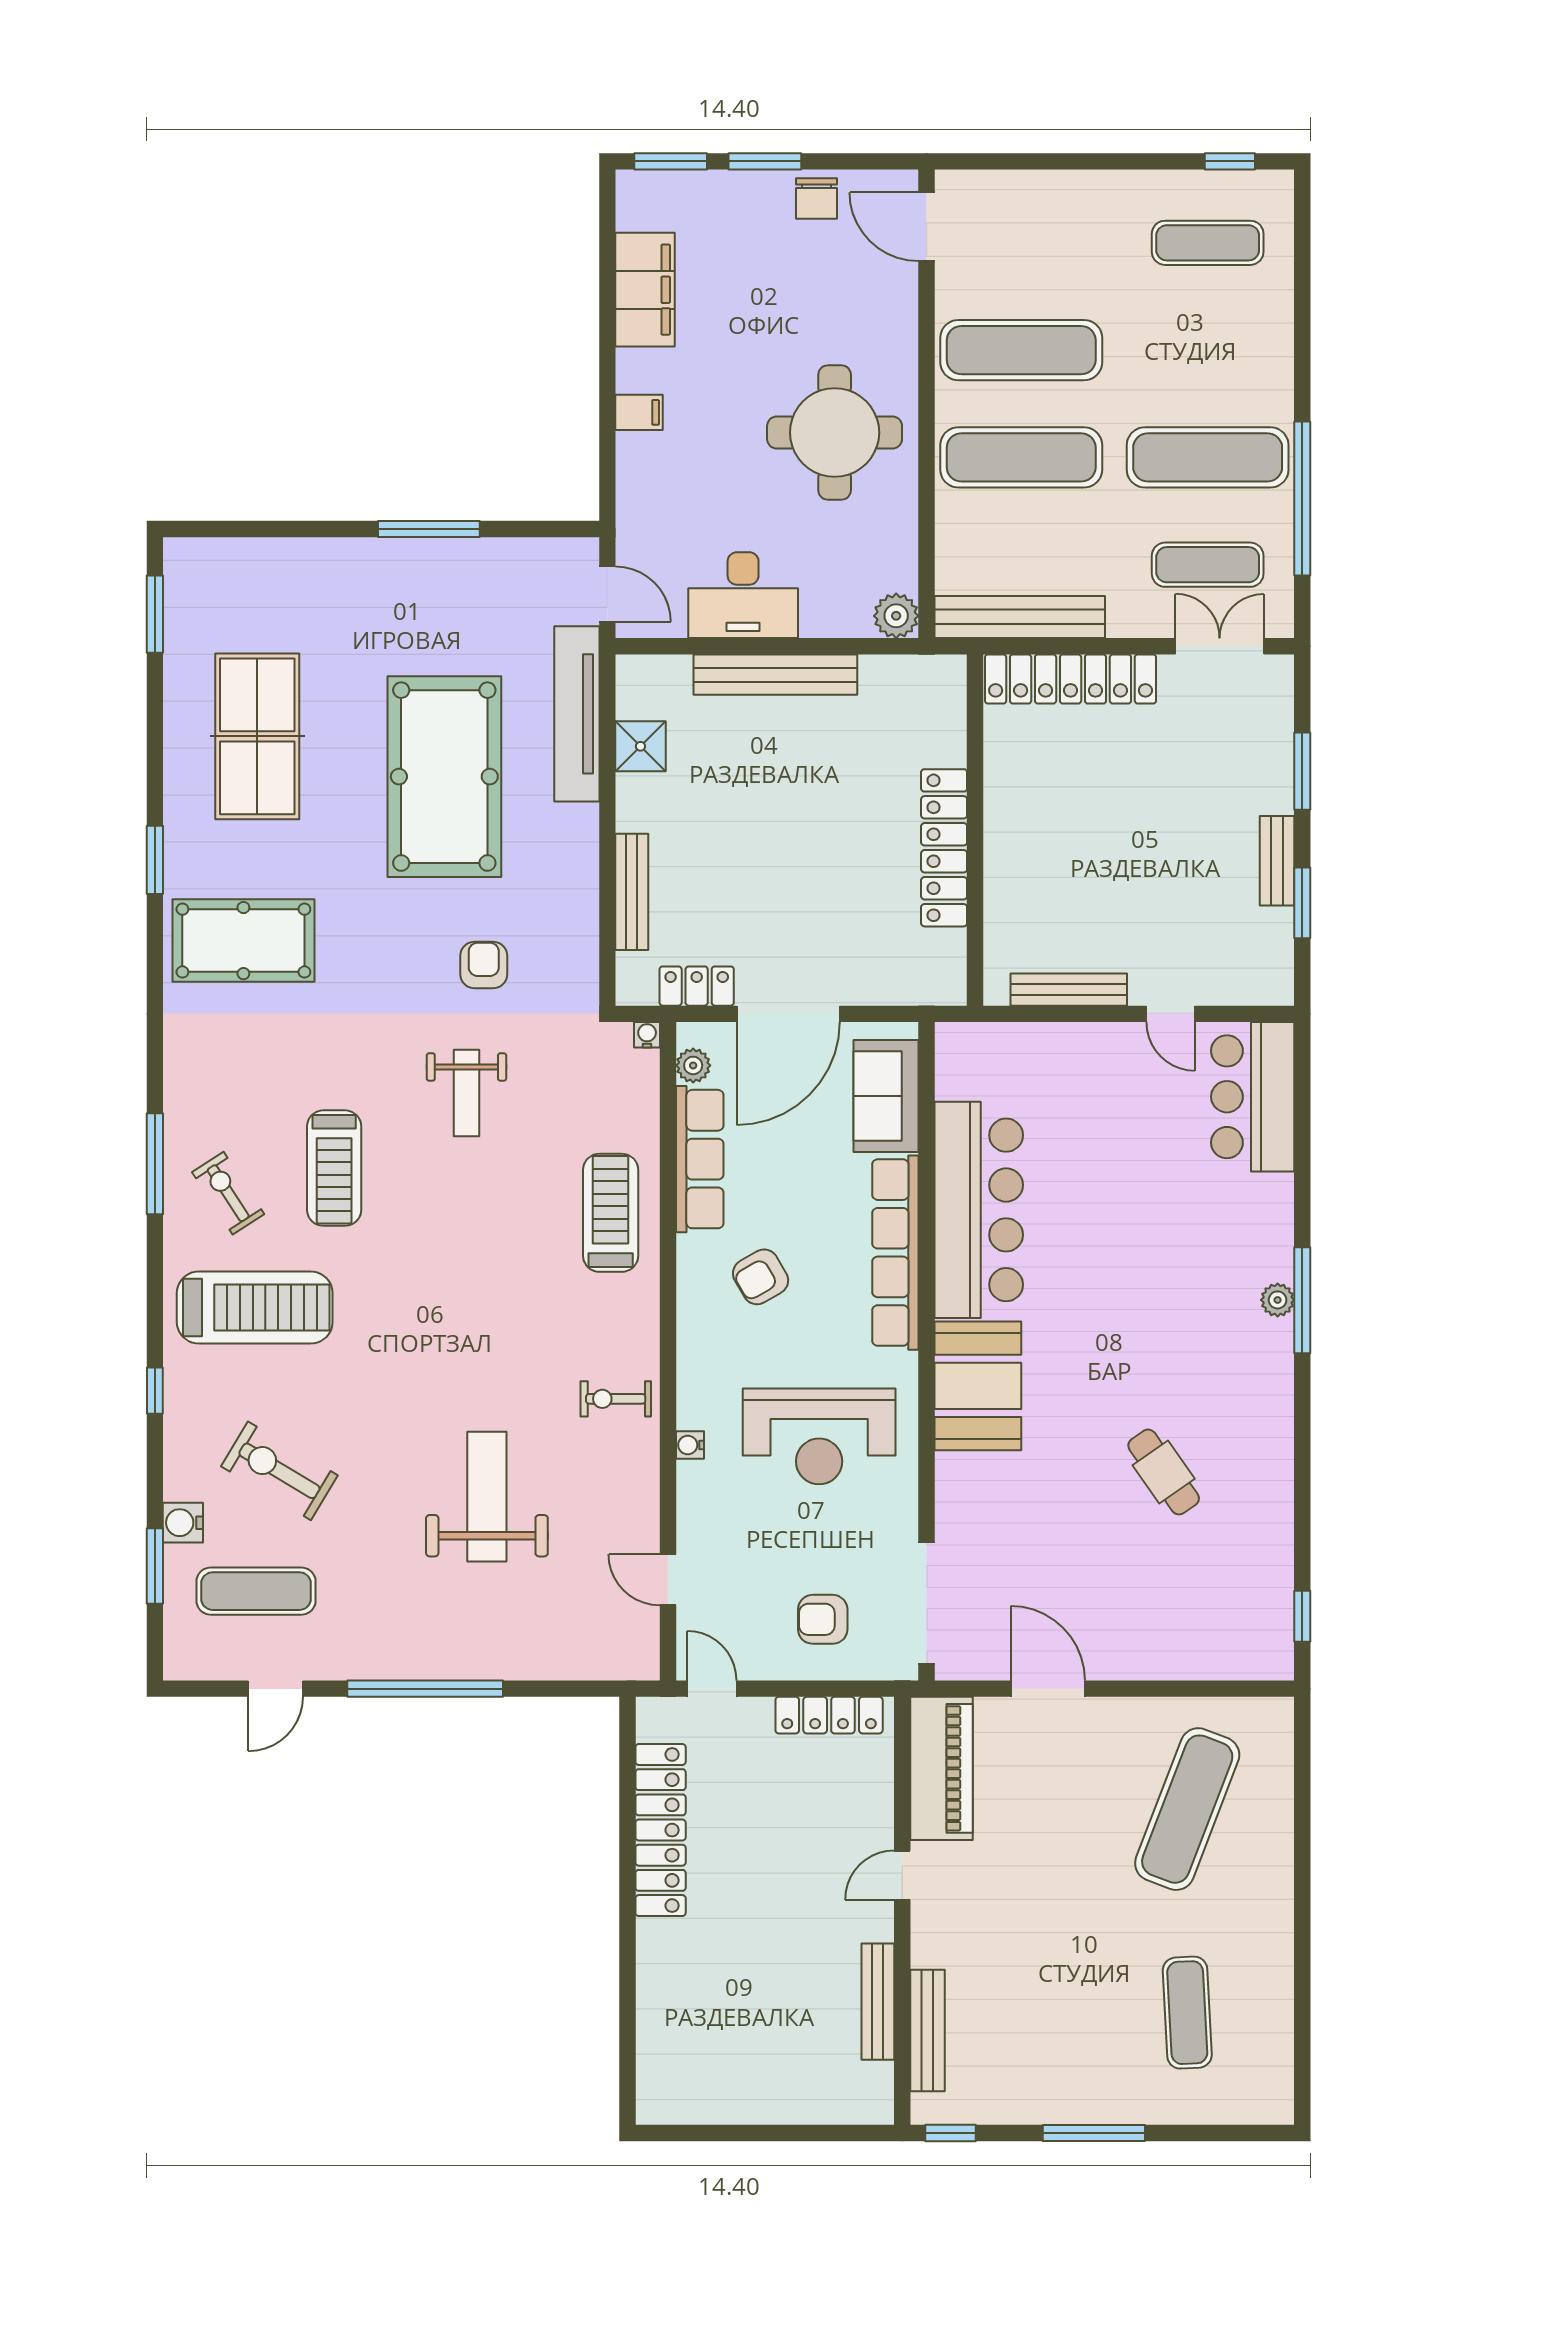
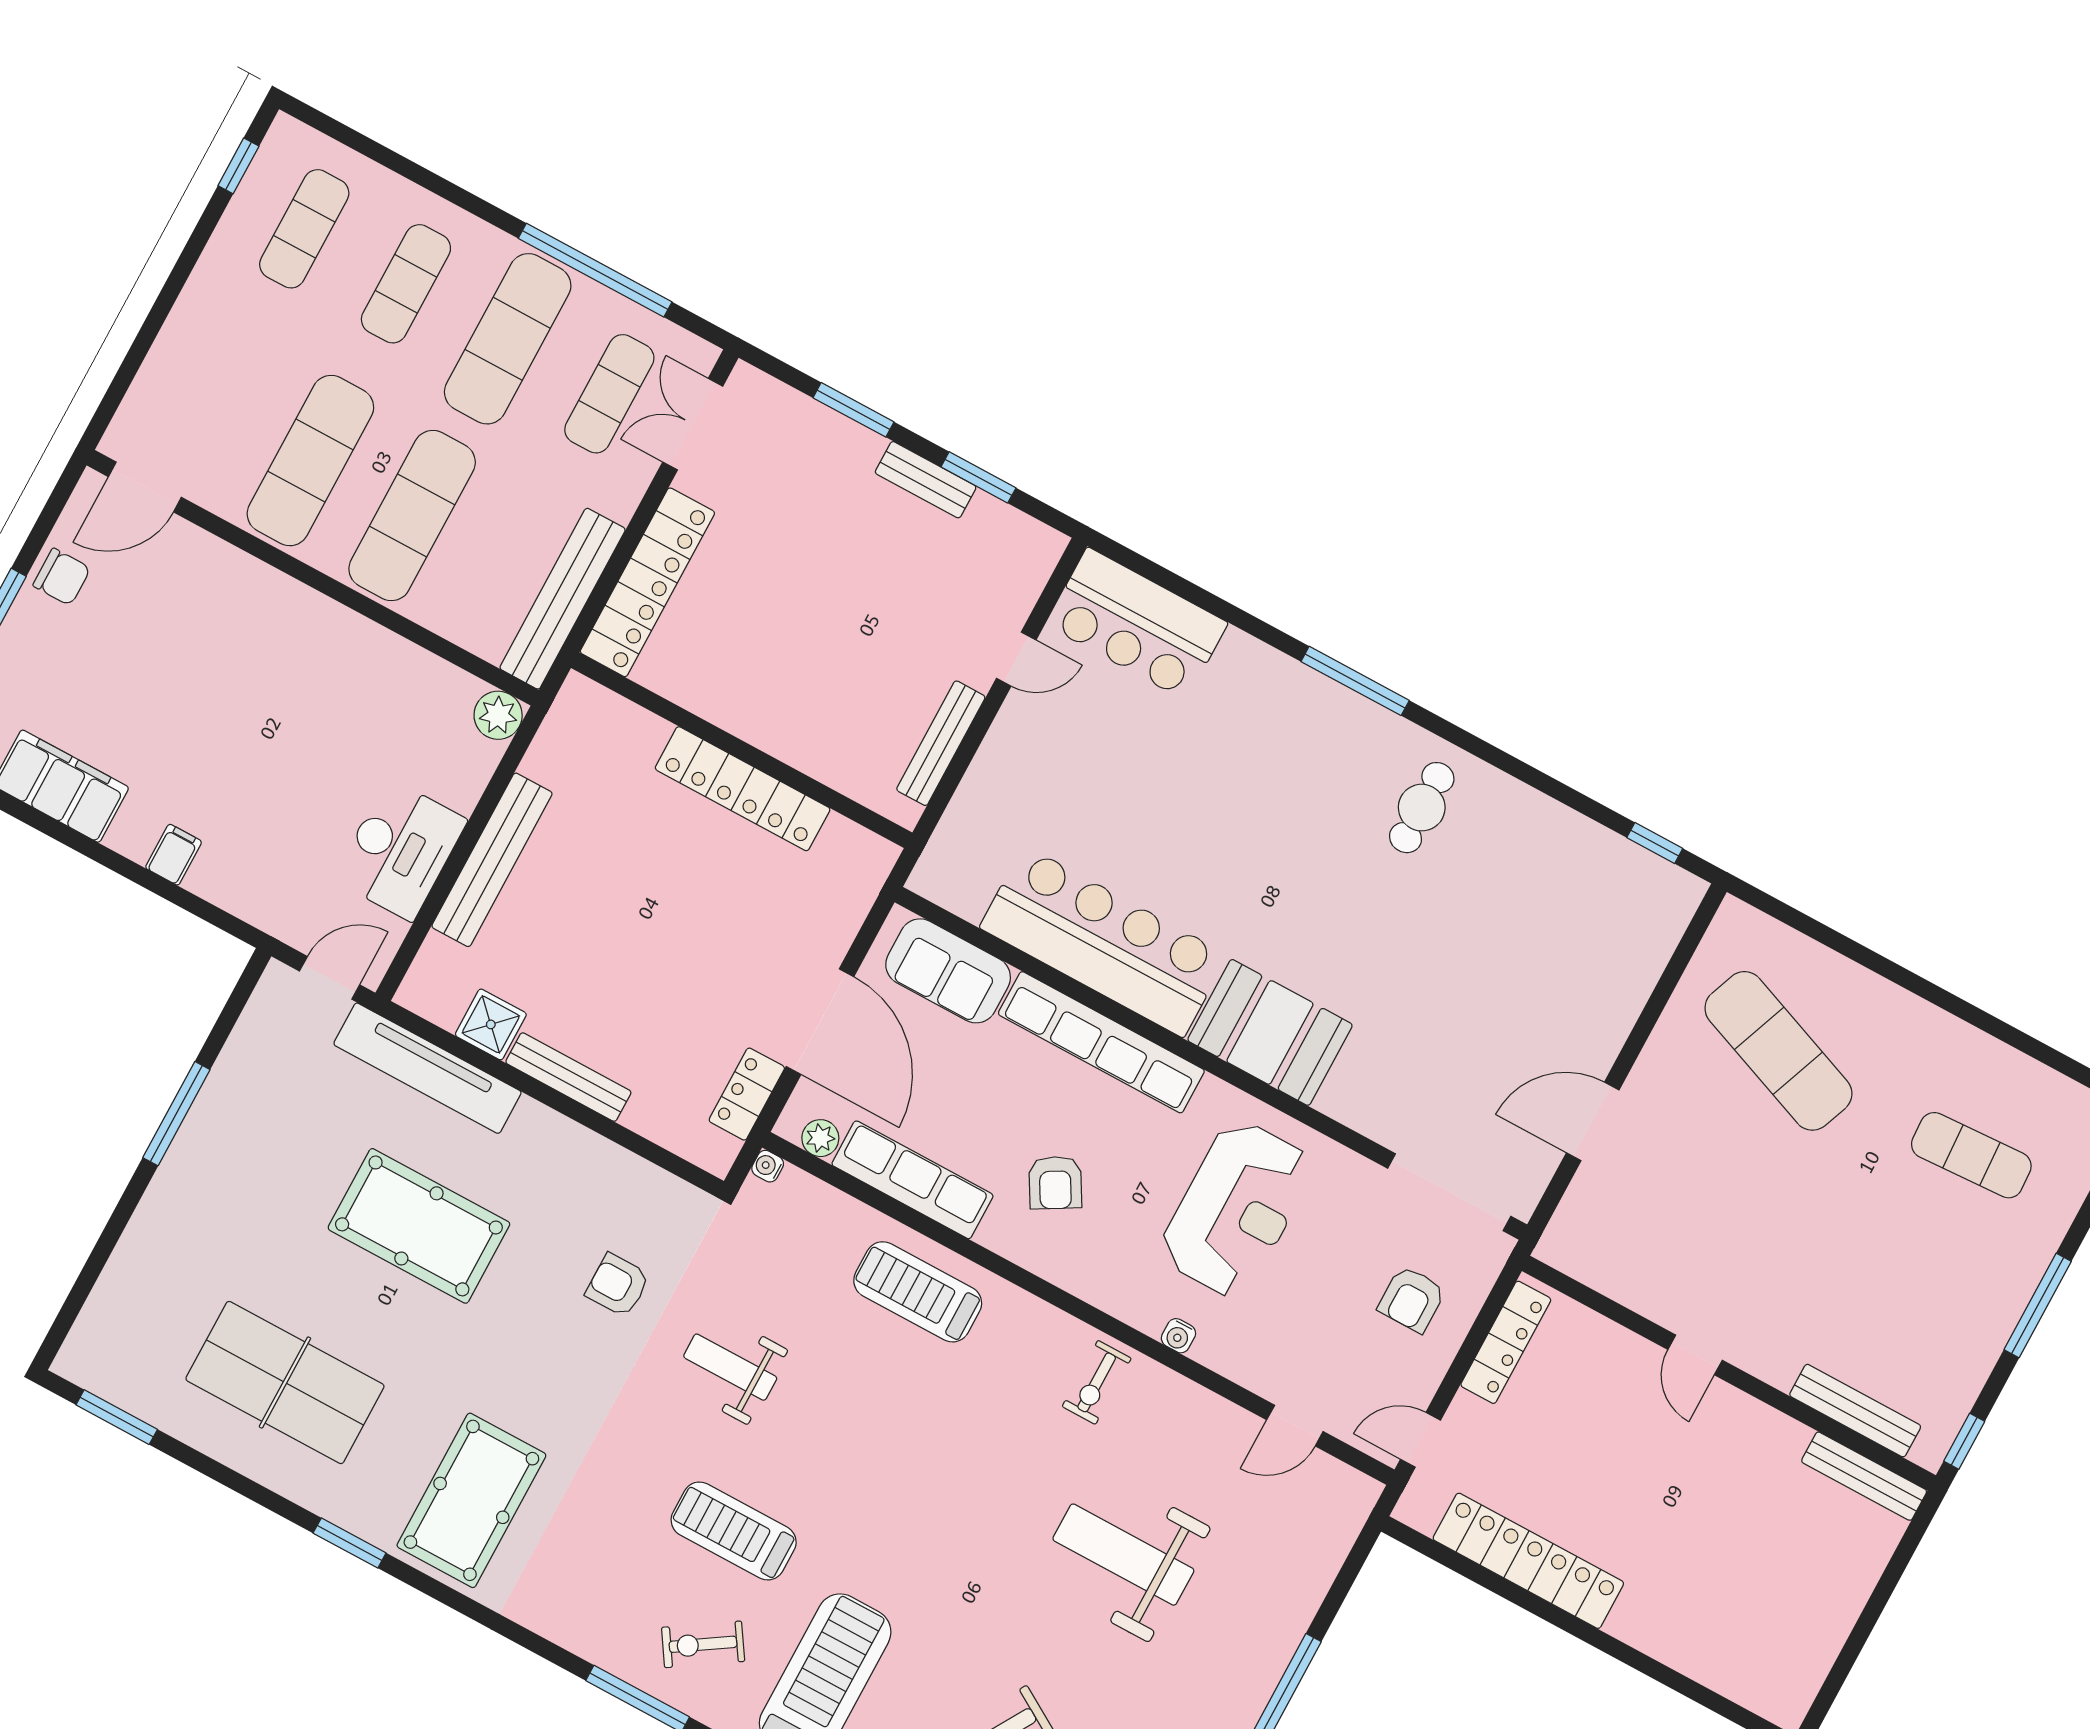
exercise mat: (1208, 350) -> (406, 284), added
round table: (835, 433) -> (293, 680), removed
pool table: (444, 777) -> (419, 1226), width x0.73, depth x0.76
bench: (632, 892) -> (568, 1077), moved
weight bench: (466, 1093) -> (730, 1367), turned 180
treadmill: (334, 1168) -> (734, 1531), turned 180
plant: (1278, 1300) -> (1342, 704), removed
cafe table: (1164, 1472) -> (1422, 808), moved, turned -55
piano: (942, 1768) -> (1614, 1263), removed
bench: (878, 2002) -> (1864, 1476), moved

